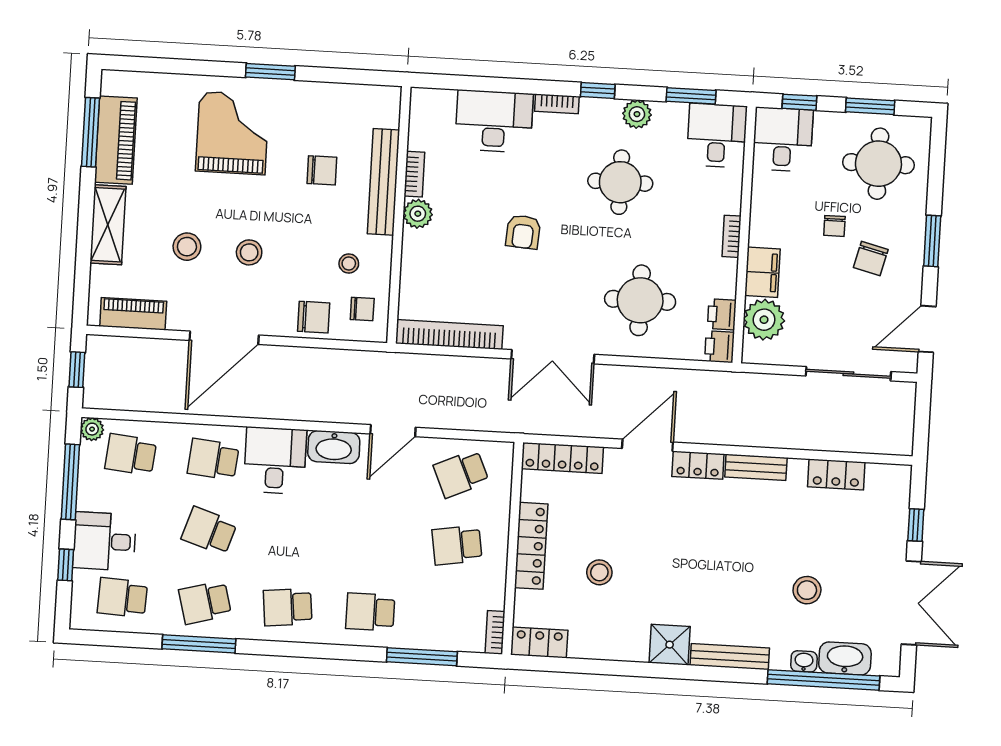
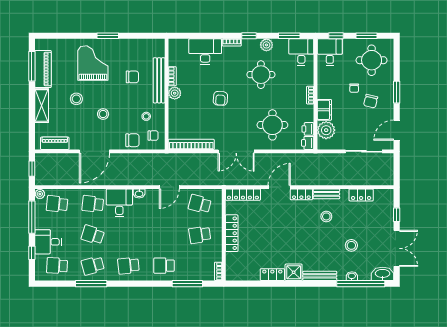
stool: (187, 247) -> (76, 99), moved
washbasin: (334, 447) -> (139, 194), width x0.52, depth x0.69
school desk: (461, 474) -> (200, 204), turned 39
stool: (599, 572) -> (326, 216), moved
locker: (539, 642) -> (272, 275), moved
washbasin: (845, 658) -> (383, 274), moved

